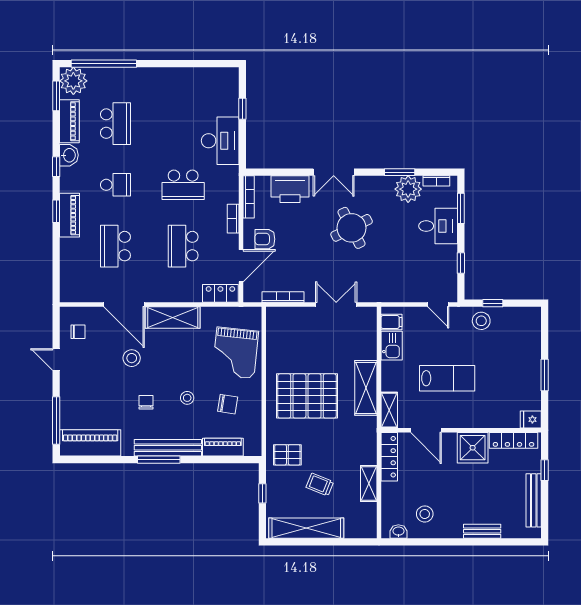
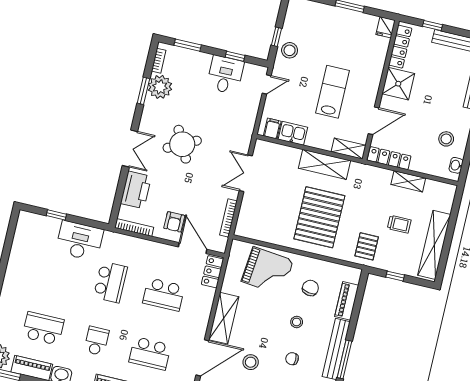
bookcase: (233, 219) -> (150, 245), removed
desk: (438, 226) -> (225, 75), moved
trolley: (320, 485) -> (399, 224), turned -112

